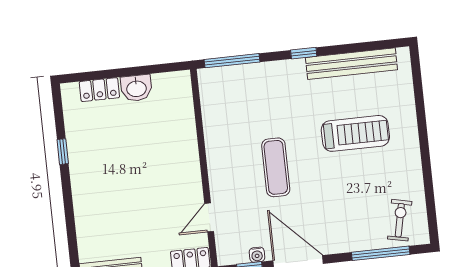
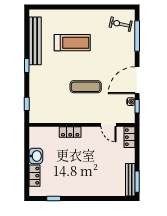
window: (232, 61) -> (27, 104), width x0.46
treadmill: (355, 133) -> (72, 43), turned 90
locker: (188, 147) -> (70, 132), added
window: (63, 152) -> (54, 199), moved

